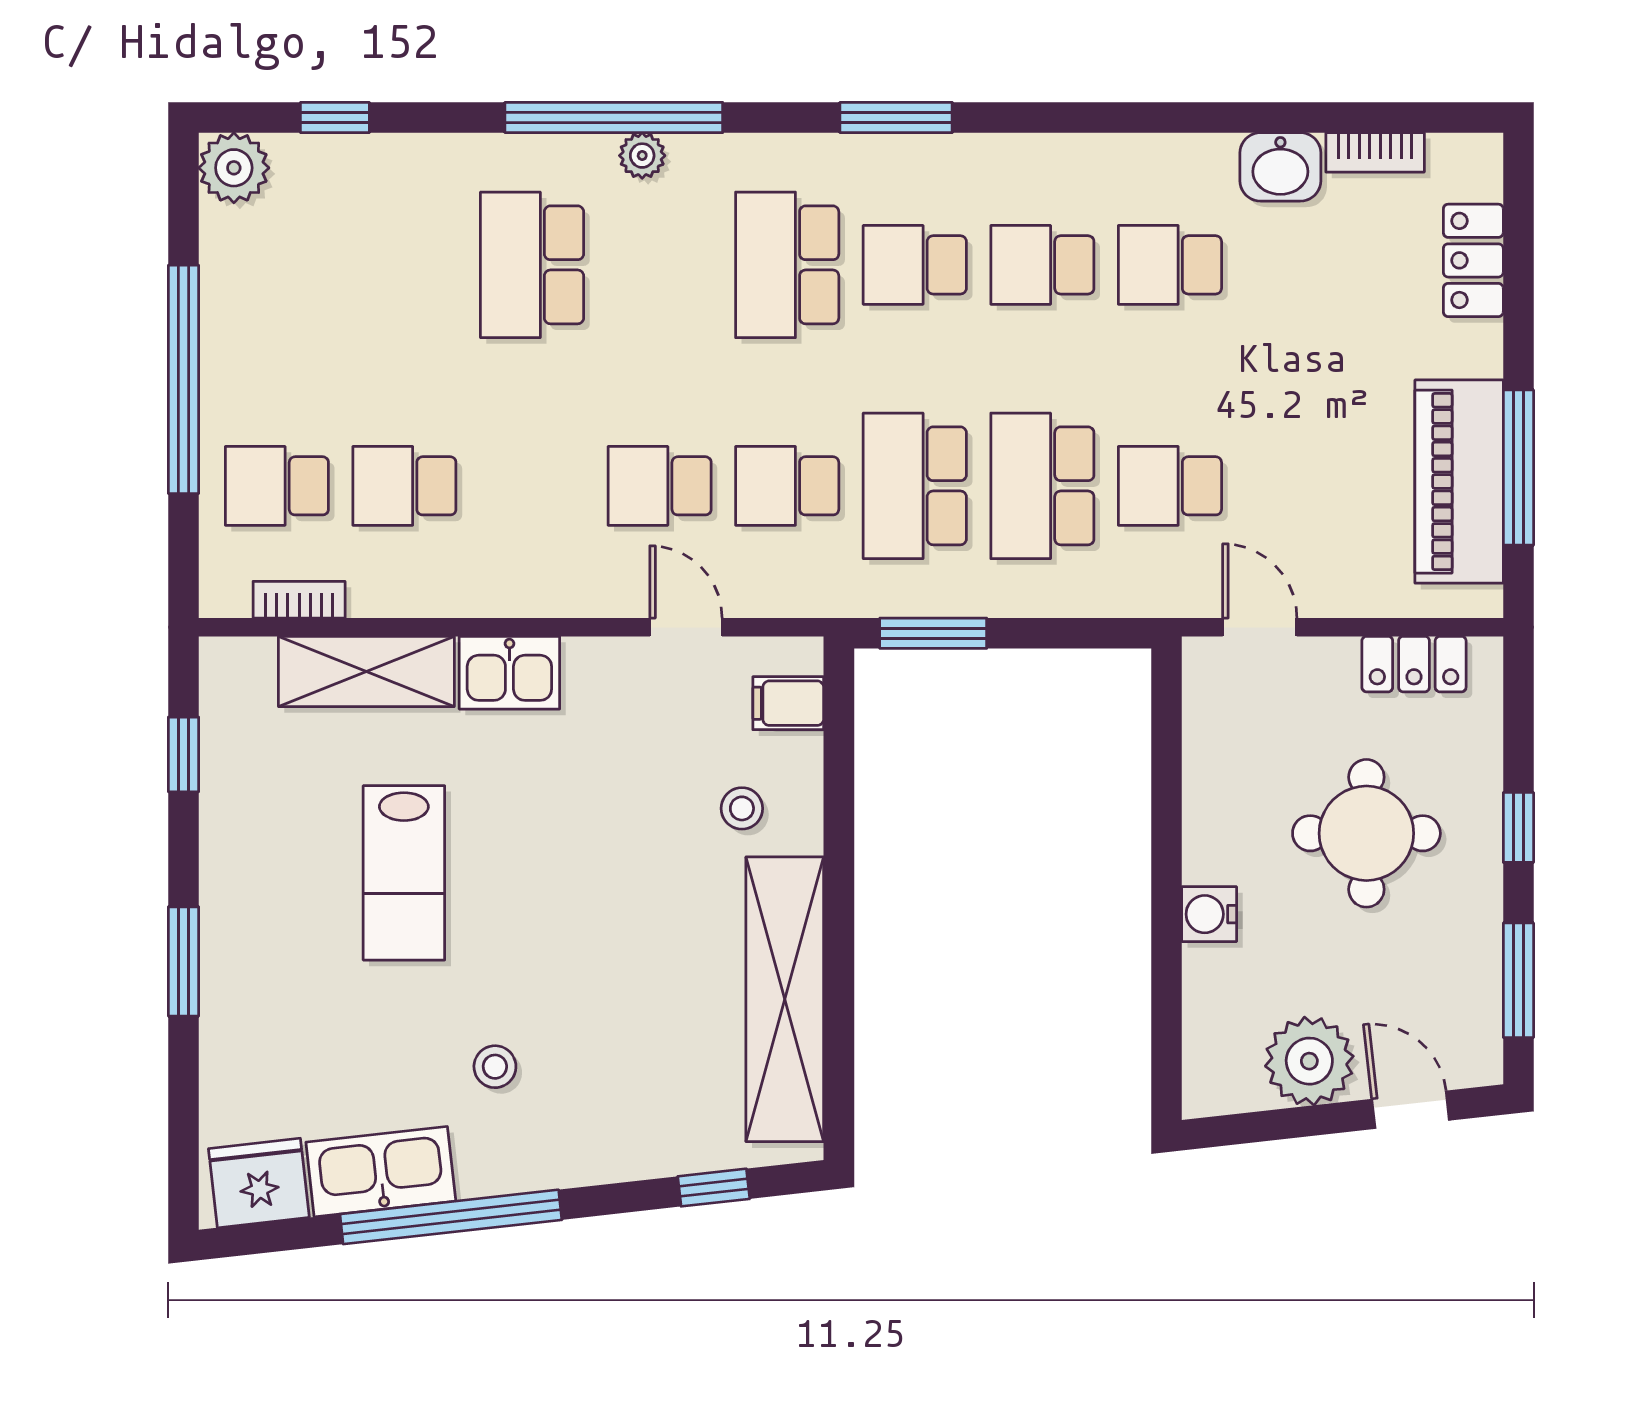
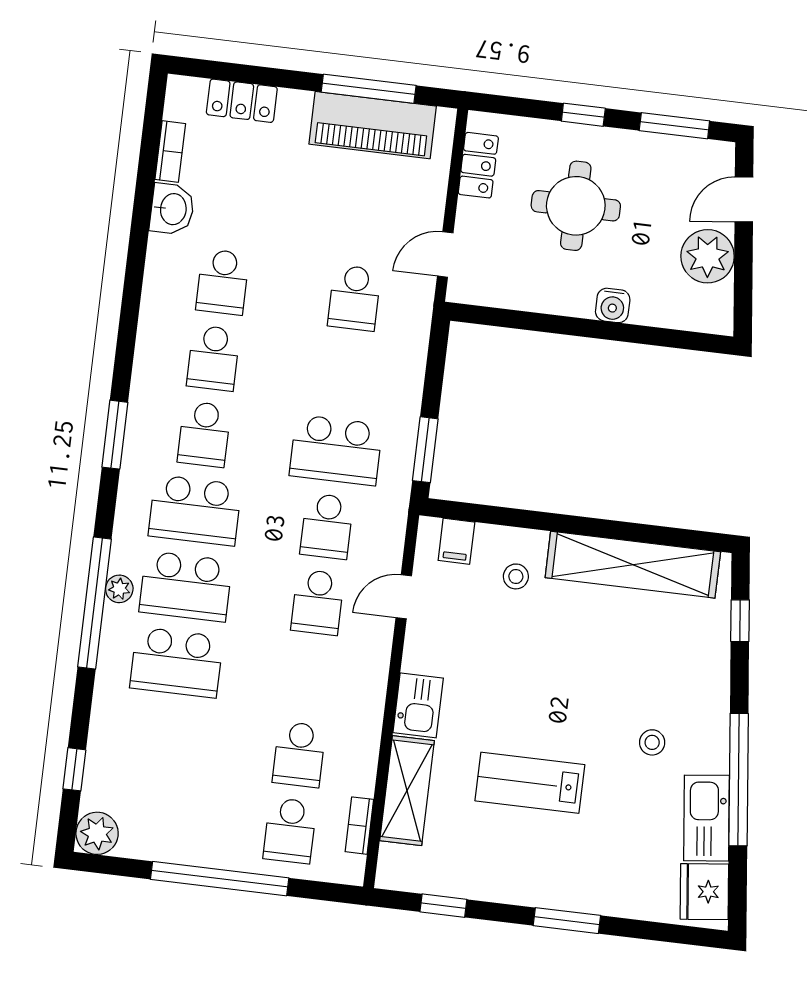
school desk: (1042, 486) -> (186, 586), moved
lab bench: (404, 873) -> (530, 783), turned 180

